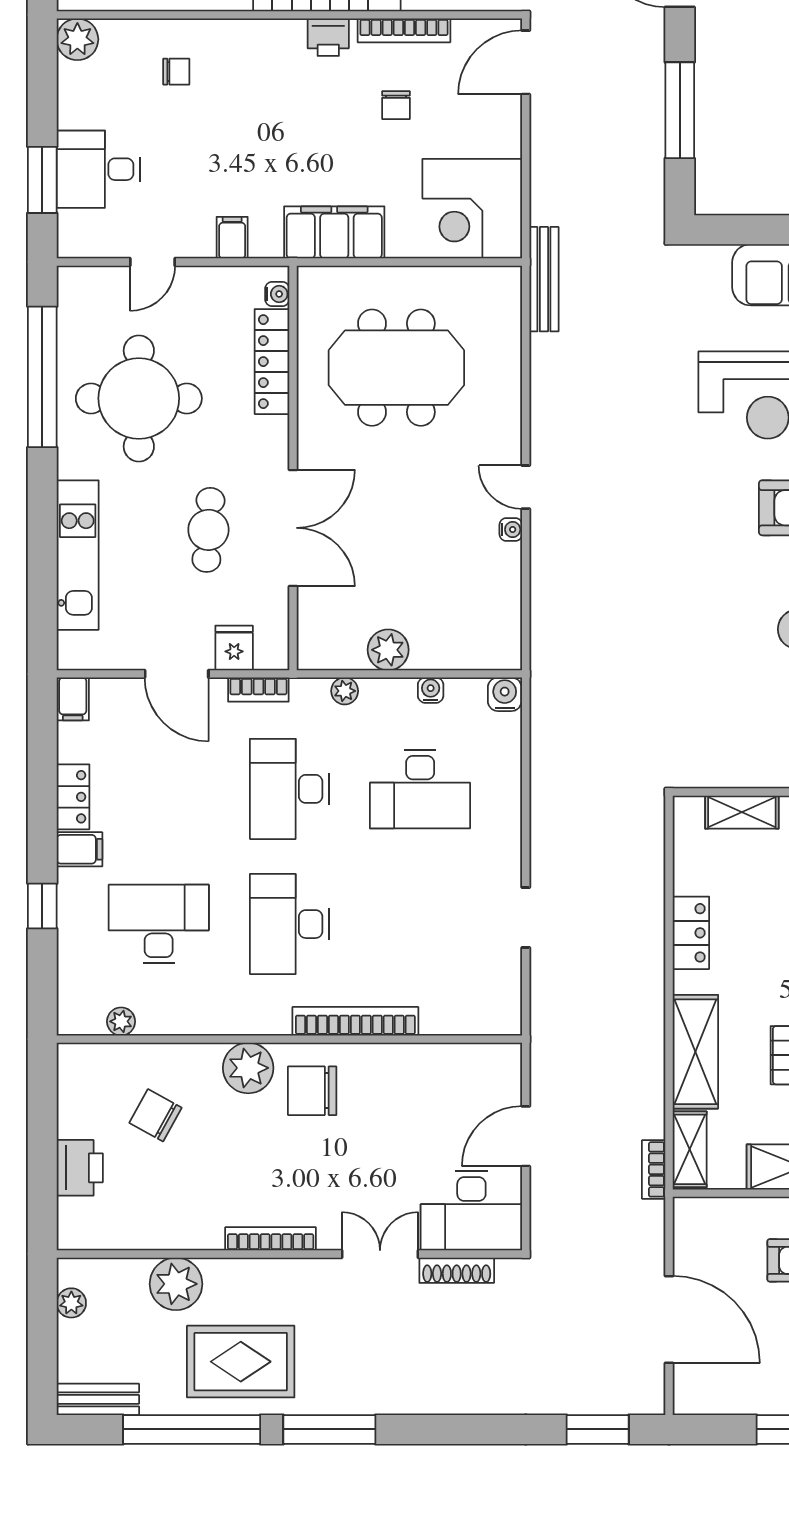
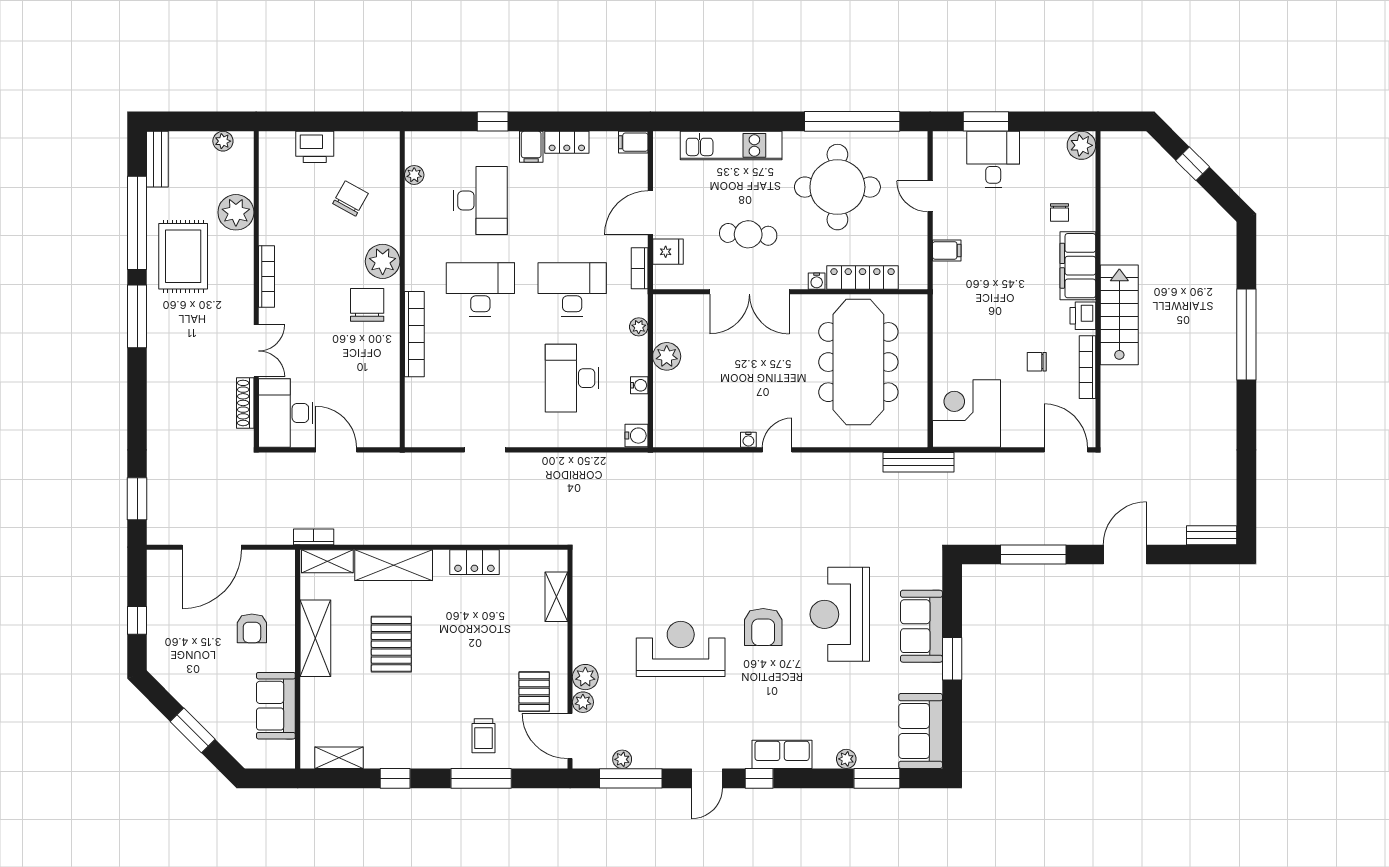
filing cabinet: (334, 232) -> (1078, 266), moved, turned 180
water cooler: (277, 294) -> (817, 281), moved
meeting table: (396, 368) -> (858, 362), width x1.36

